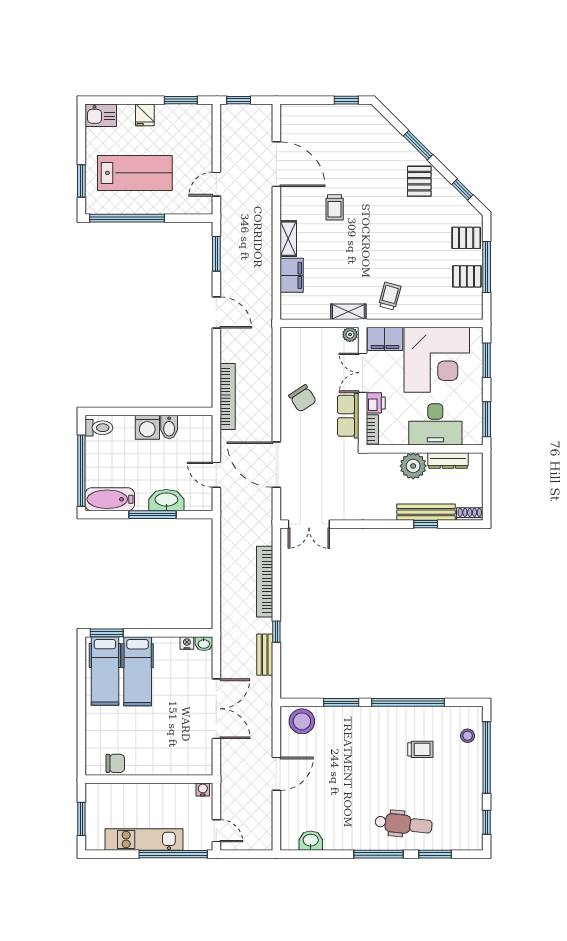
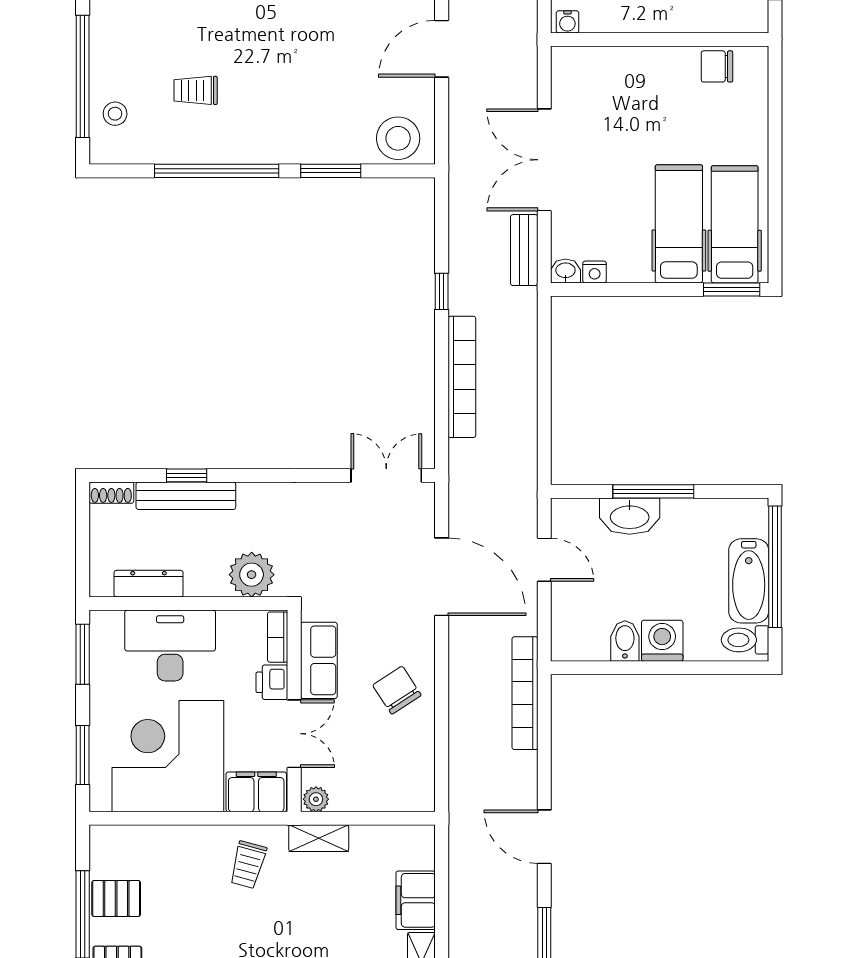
plant: (413, 466) -> (252, 575), moved
bathtub: (110, 499) -> (749, 581), moved, turned 90
bench: (265, 655) -> (524, 250), moved

